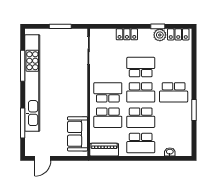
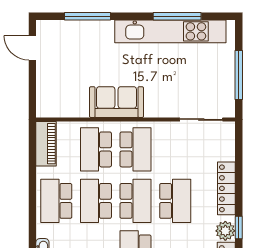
window: (60, 26) -> (239, 75), width x1.44
locker: (127, 34) -> (226, 188), width x1.53
kitchen unit: (32, 83) -> (170, 31), width x0.73
school desk: (141, 92) -> (136, 201), turned 180
sofa: (78, 134) -> (116, 102), moved

